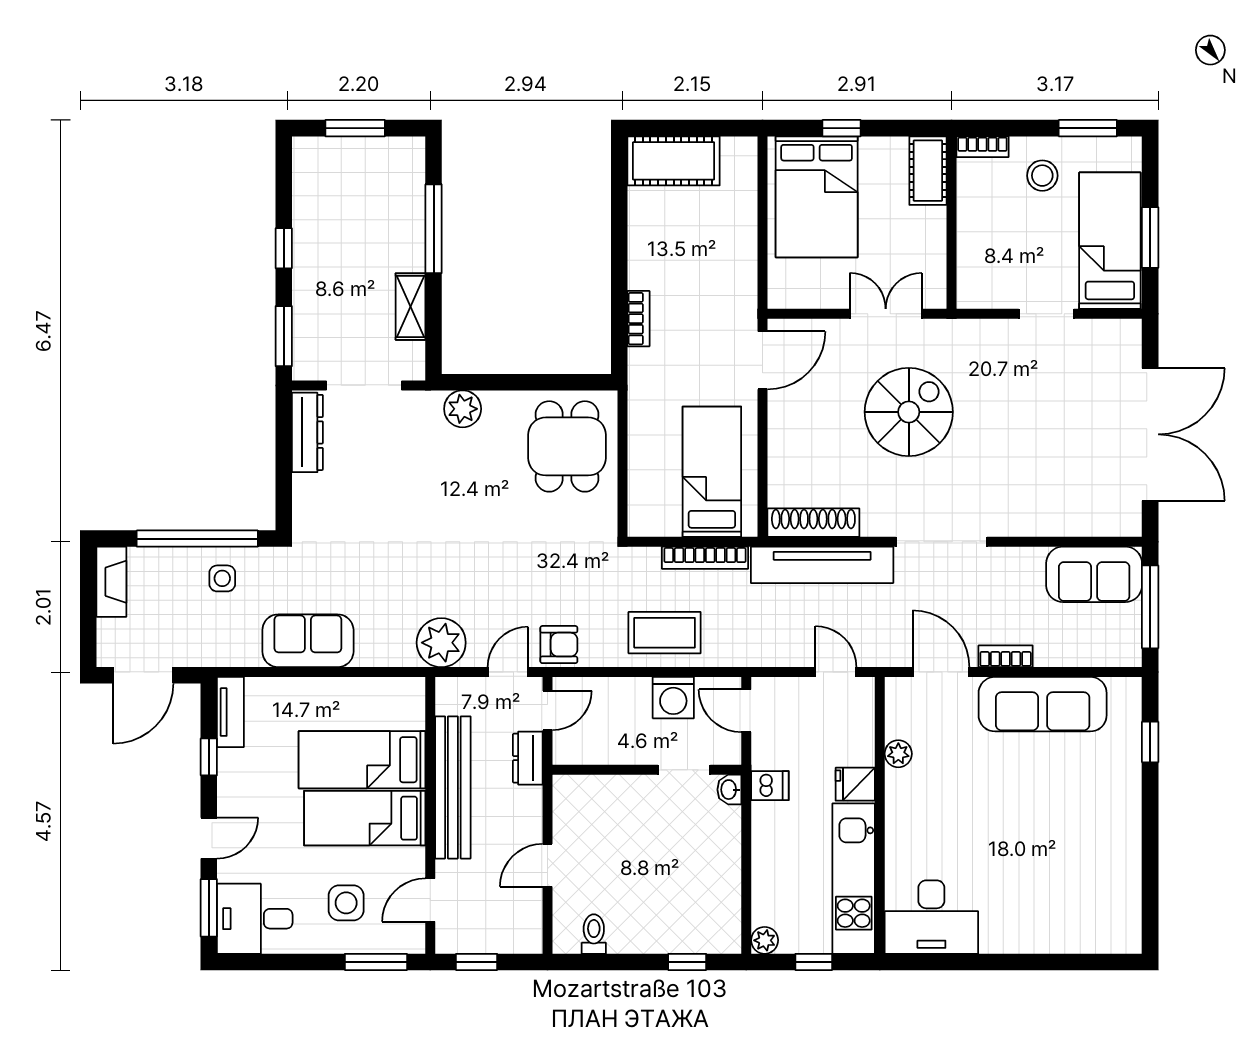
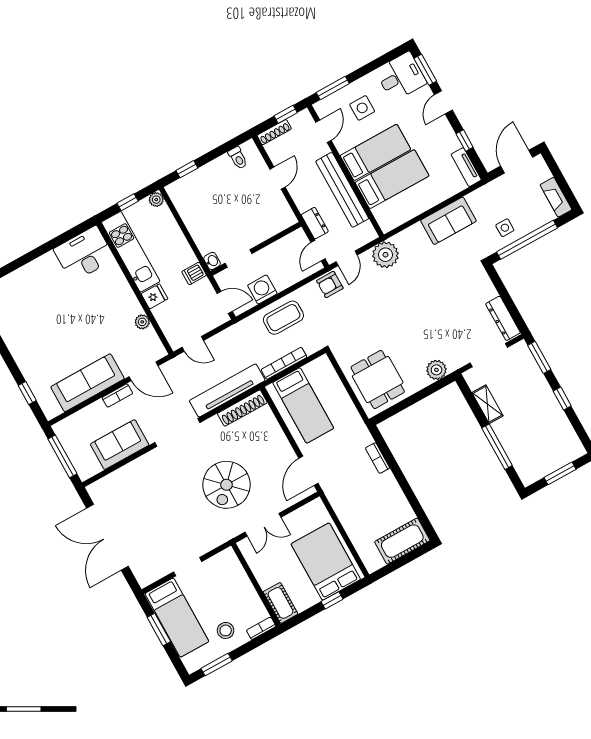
sofa: (1094, 574) -> (120, 445), moved
shoe rack: (511, 943) -> (274, 132), added

